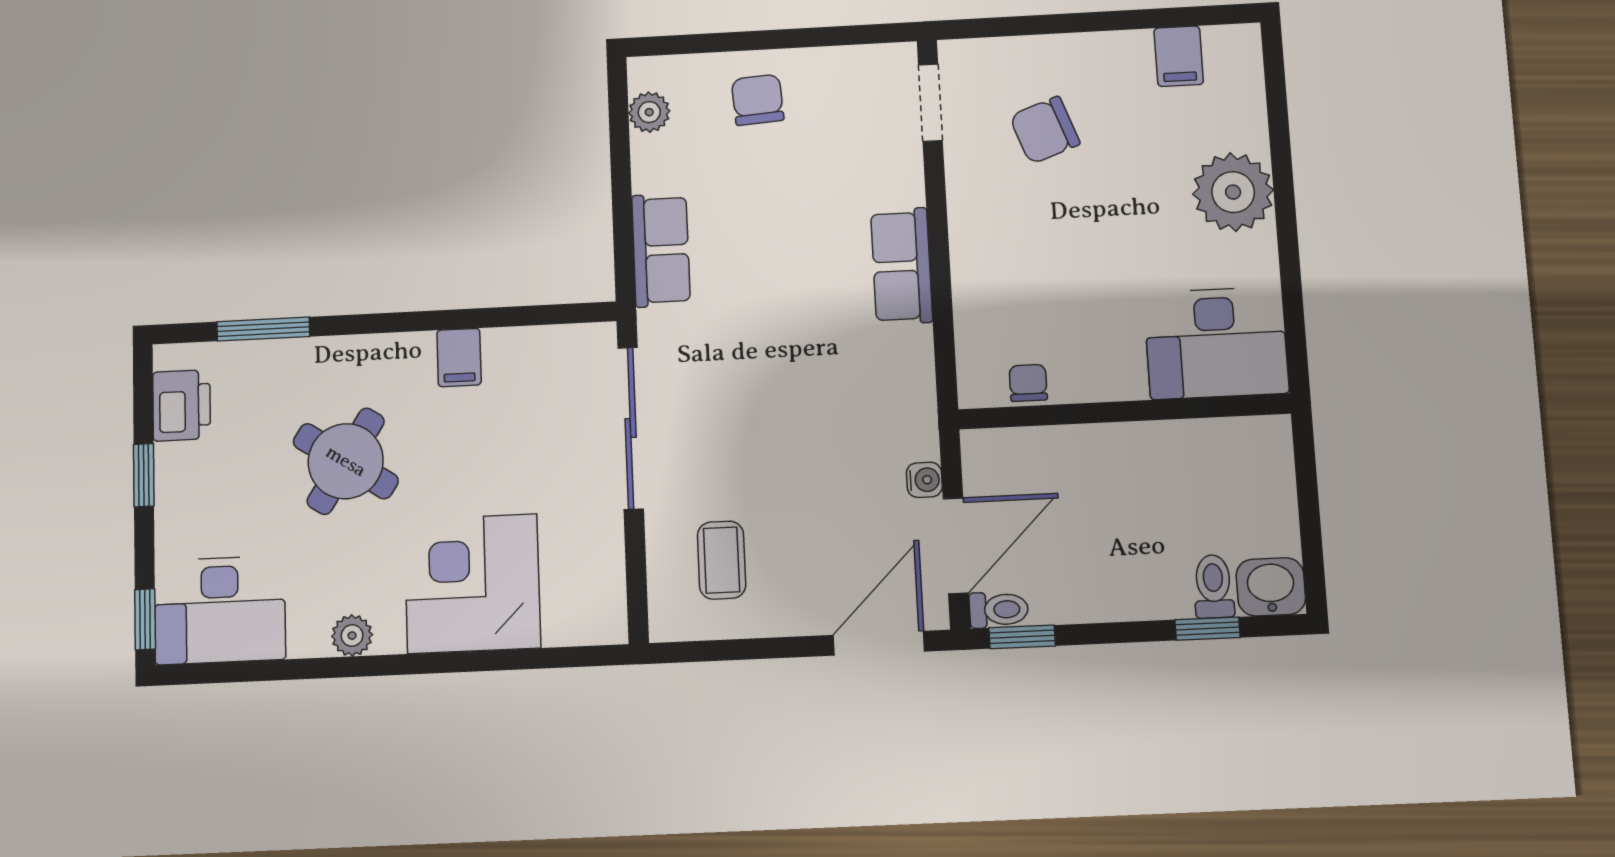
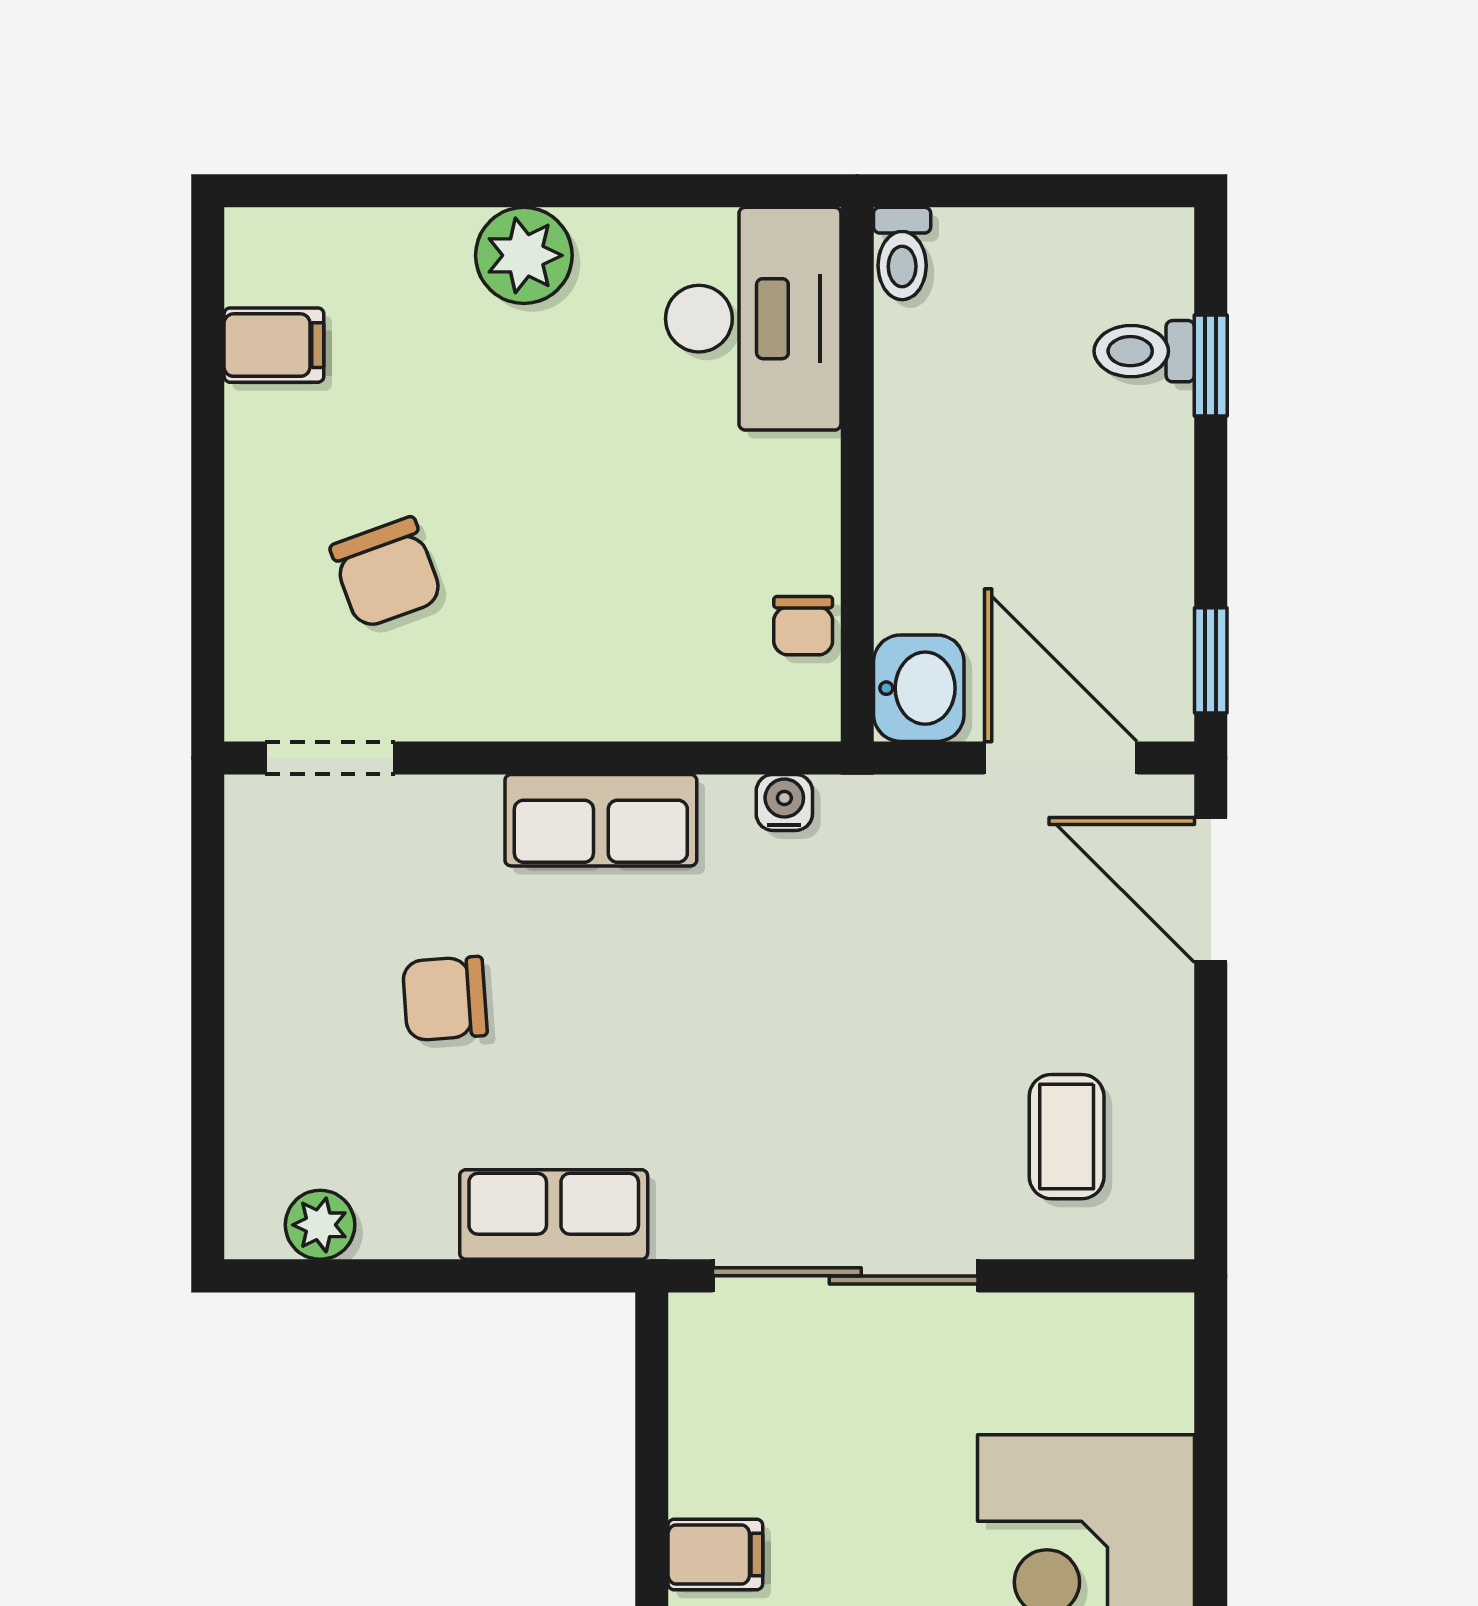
chair: (758, 100) -> (445, 999), moved
plant: (1233, 192) -> (524, 255), width x0.73, depth x0.73
chair: (1028, 383) -> (803, 626), turned -90
water cooler: (924, 480) -> (784, 802), moved
coffee table: (722, 560) -> (1067, 1137), turned 90
washbasin: (1271, 587) -> (919, 688), moved, turned 180
toilet: (999, 610) -> (902, 254), moved, turned 180

